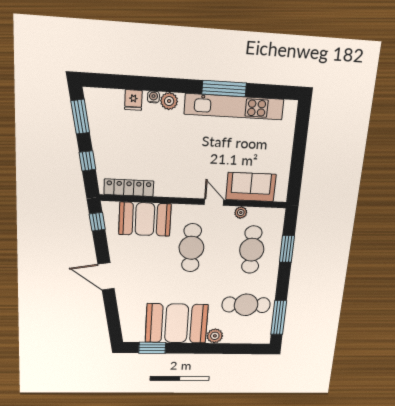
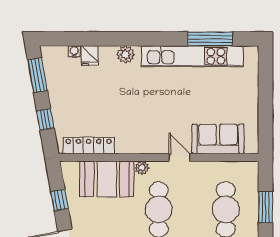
window: (224, 89) -> (210, 39), moved
water cooler: (153, 97) -> (74, 51), moved
plant: (241, 213) -> (142, 168), moved
window: (97, 222) -> (60, 200), moved

